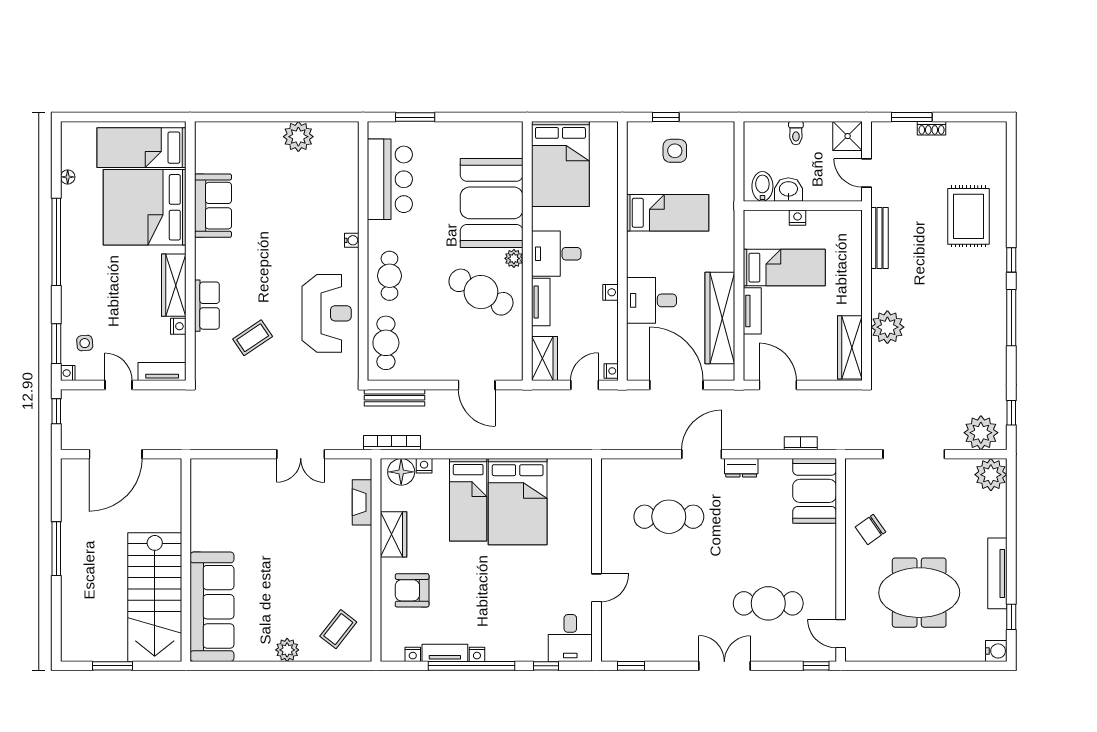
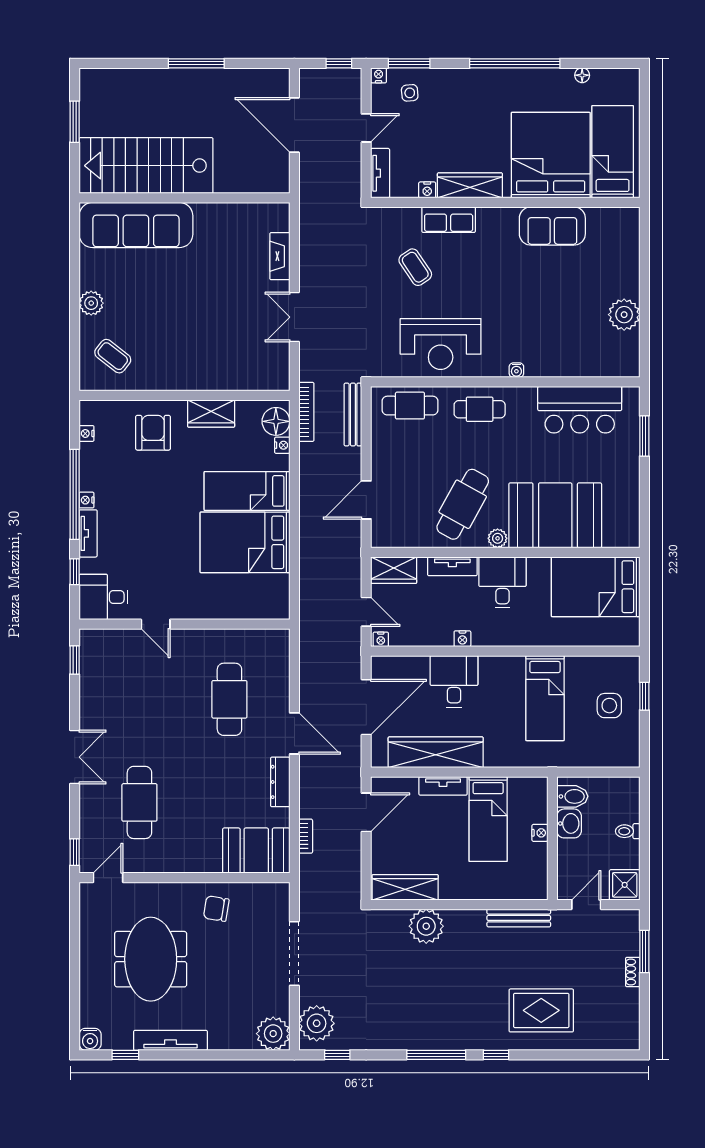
dresser: (741, 468) -> (280, 782), width x1.44
fireplace: (362, 502) -> (280, 256), moved, turned -90
chair: (870, 529) -> (216, 909), turned -46
tv unit: (445, 653) -> (88, 533), moved

